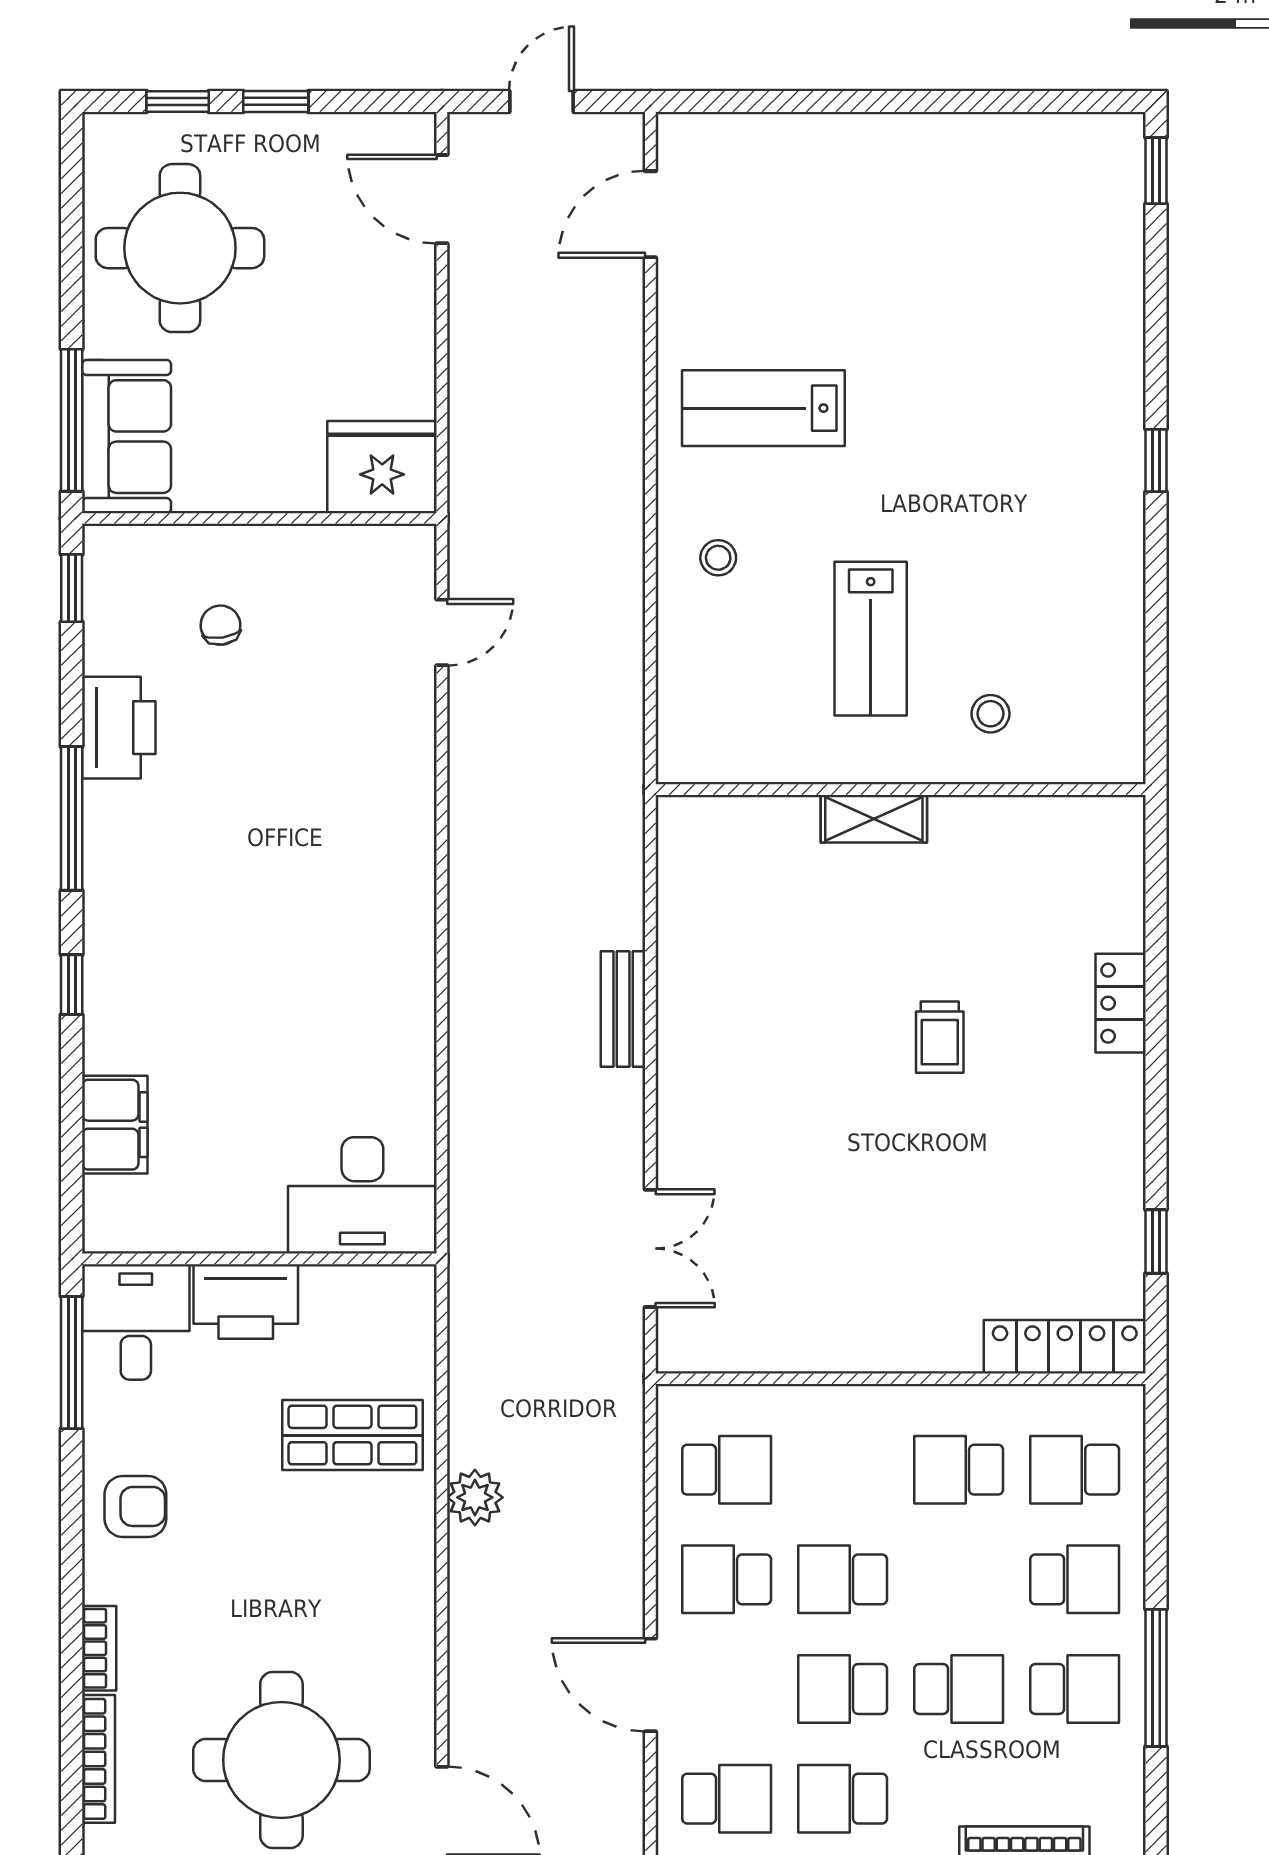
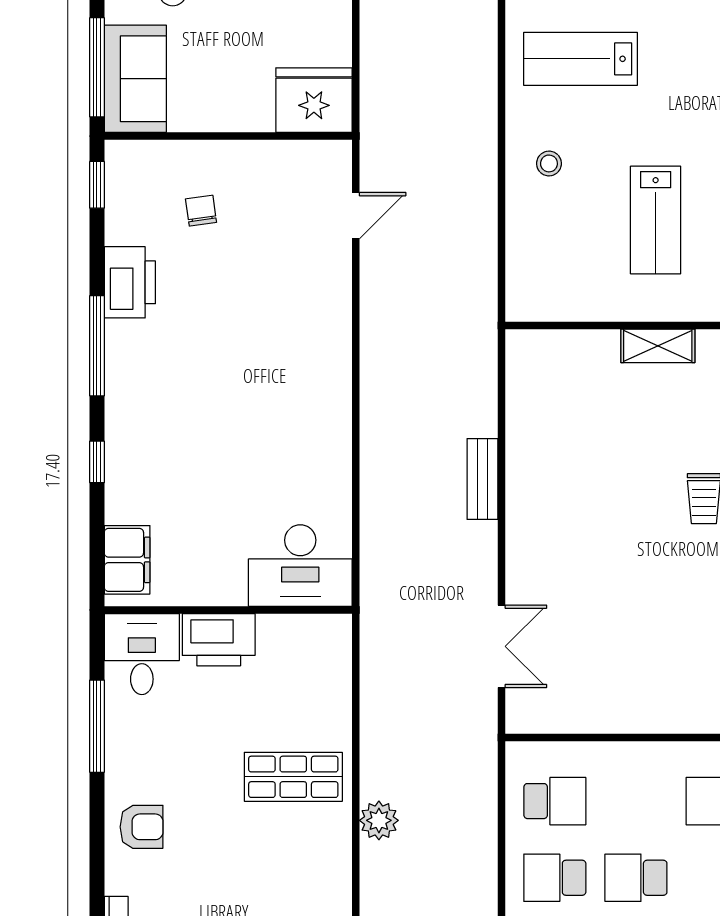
desk: (362, 1195) -> (300, 566), moved
wall: (259, 1259) -> (228, 610), moved
printer: (246, 1301) -> (219, 640), moved
desk: (136, 1322) -> (142, 654), moved

